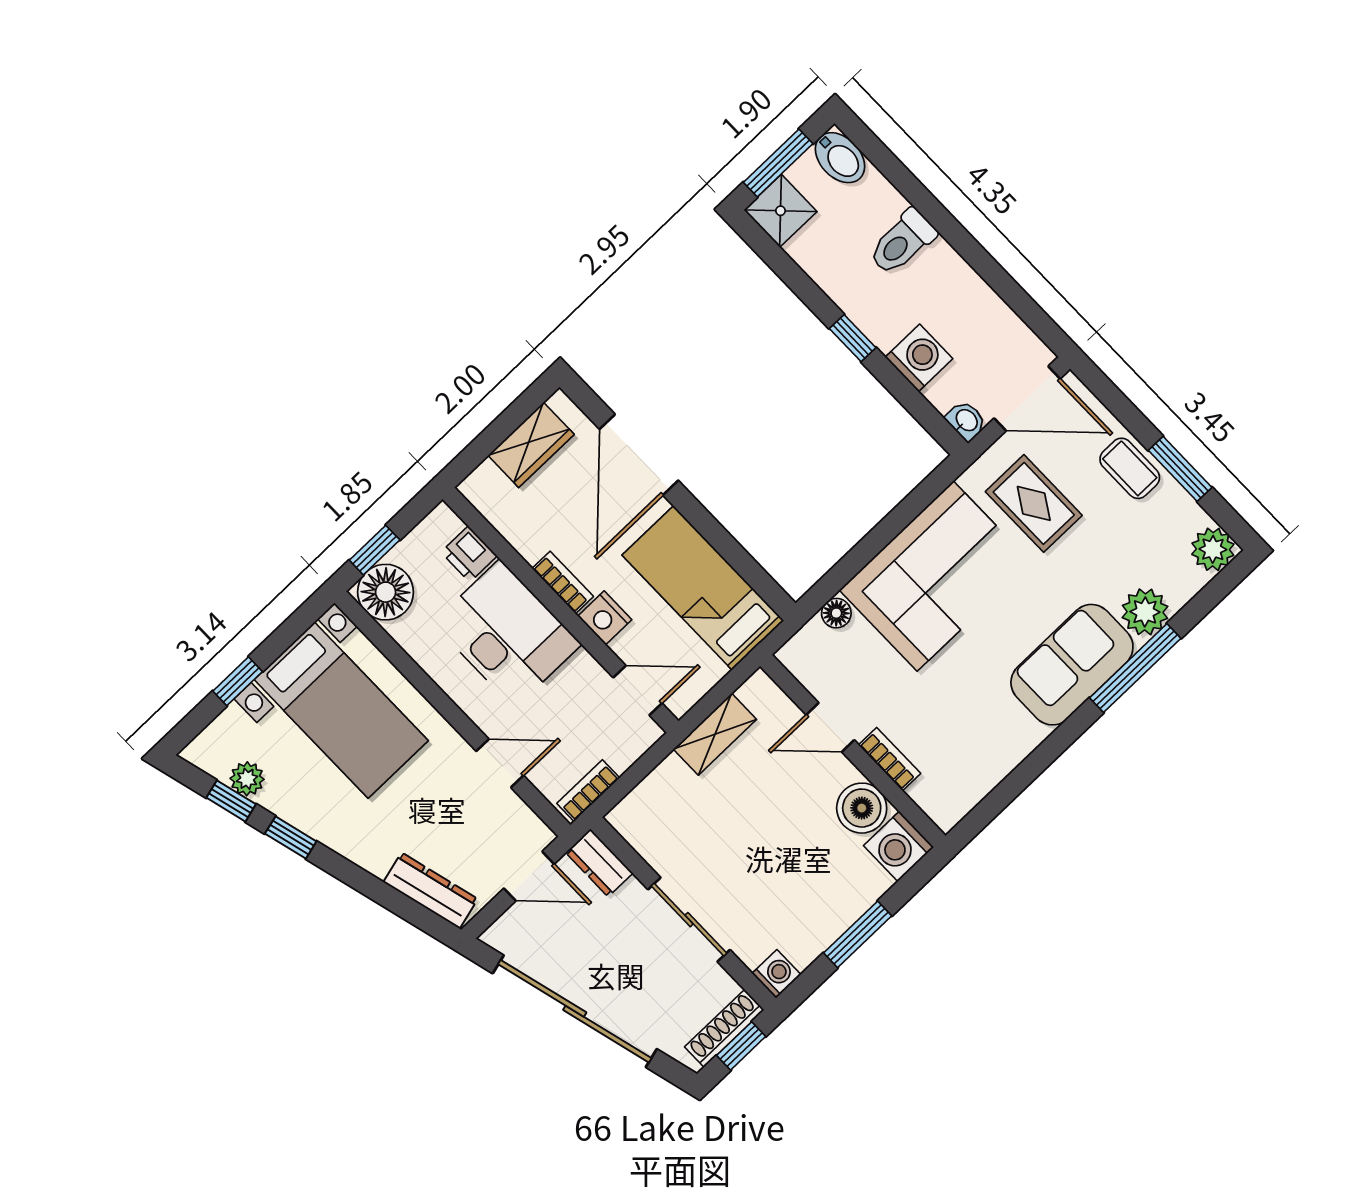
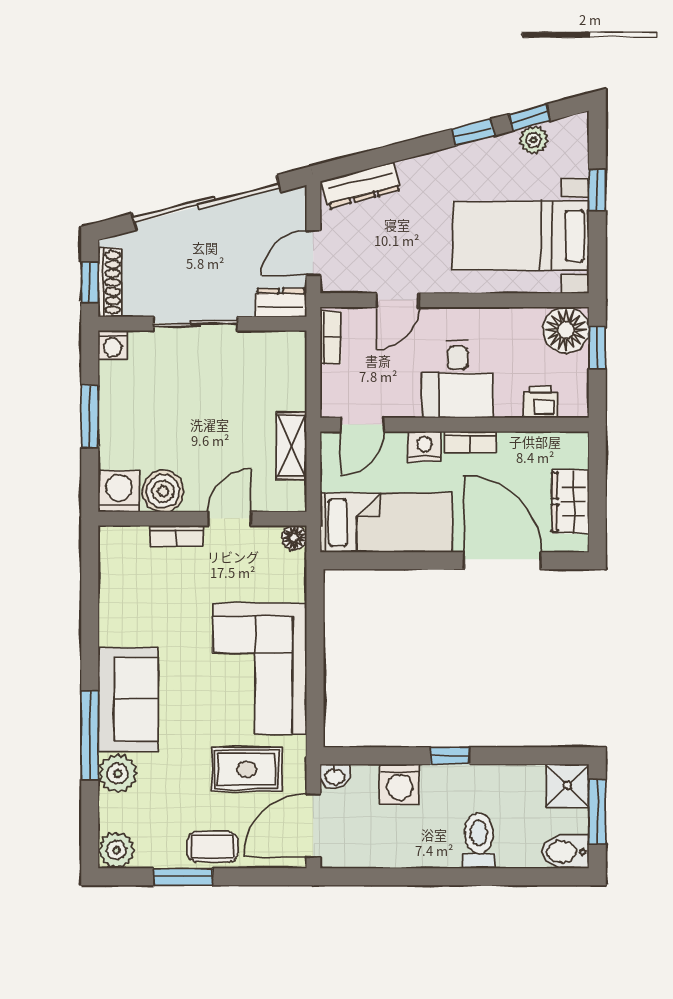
floor lamp: (836, 613) -> (294, 538), moved
desk: (507, 634) -> (458, 379), width x0.73

